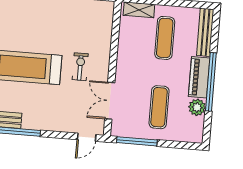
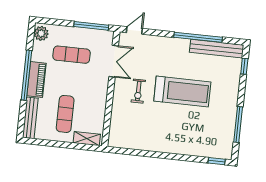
exercise mat: (159, 107) -> (72, 55), turned 90
plant: (197, 107) -> (41, 33), moved

